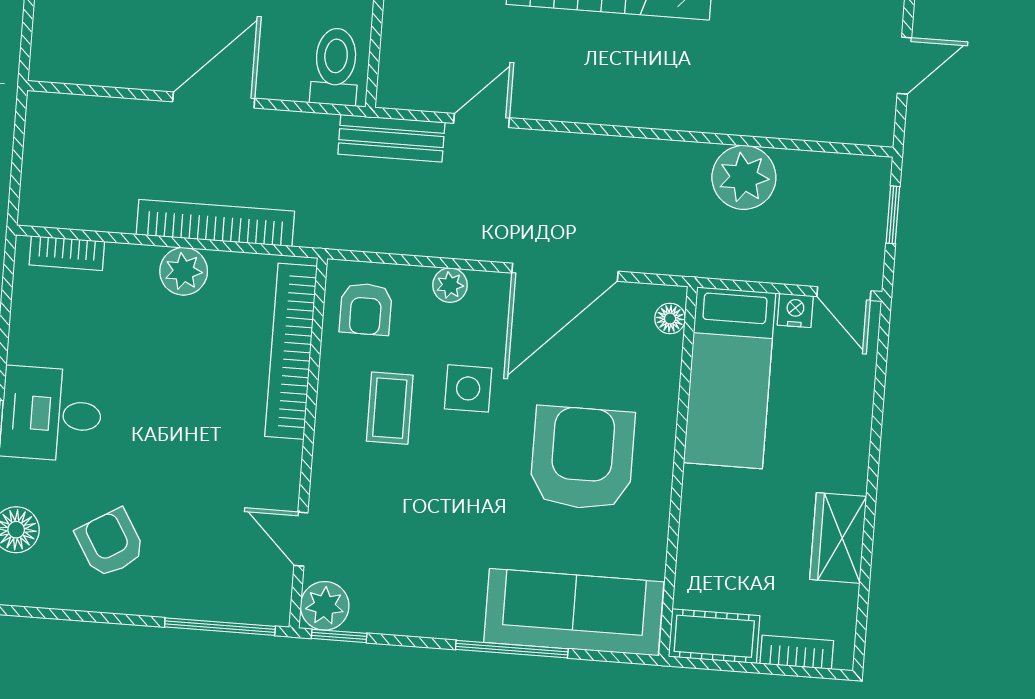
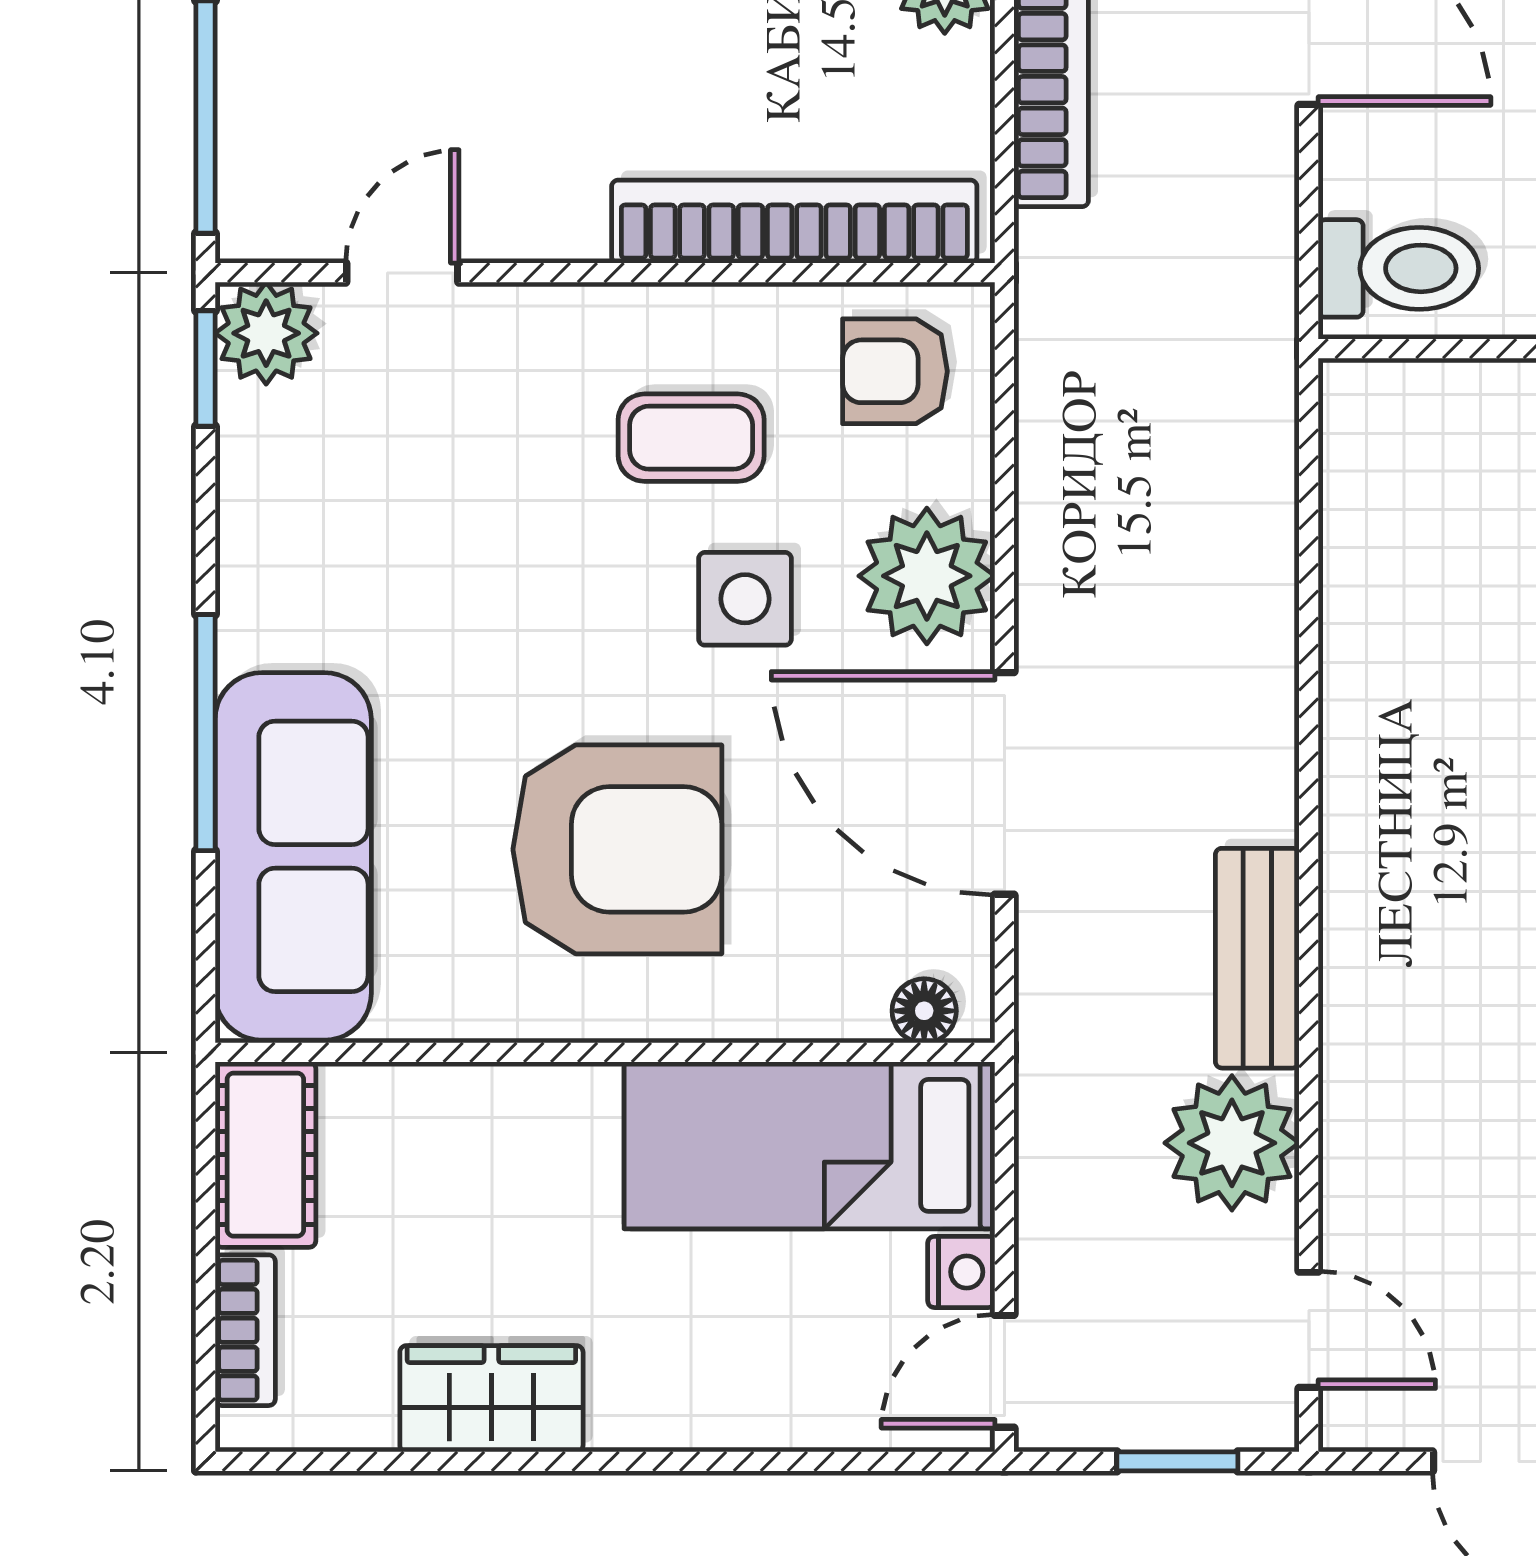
door: (481, 121) -> (1309, 1330), moved
bench: (391, 138) -> (1257, 958), moved
plant: (450, 285) -> (927, 576), width x1.87, depth x1.87

